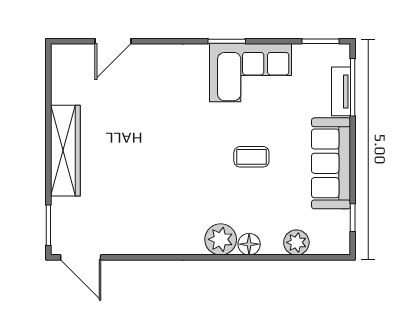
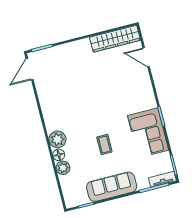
tv unit: (341, 91) -> (162, 179), moved
wardrobe: (65, 151) -> (115, 39), moved
plant: (296, 242) -> (63, 168), moved

